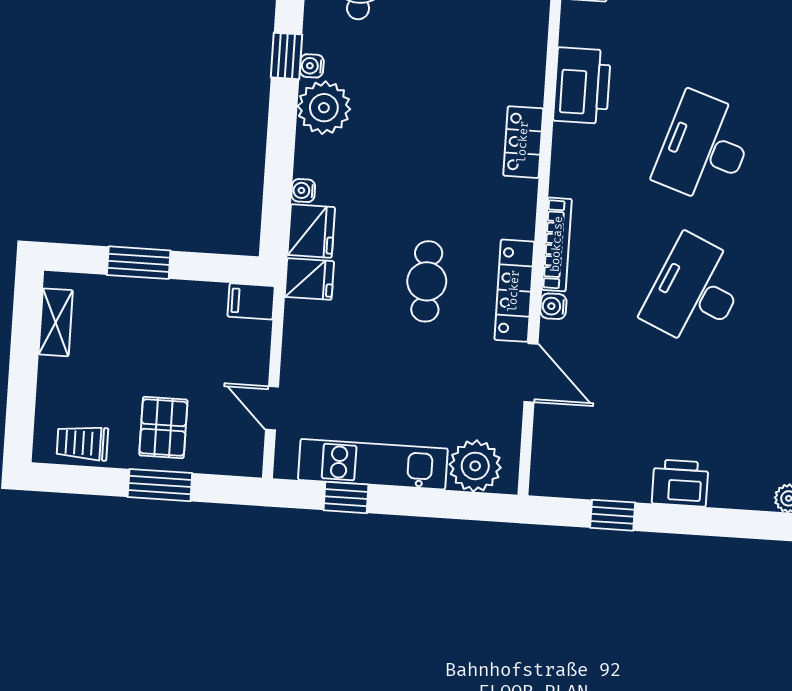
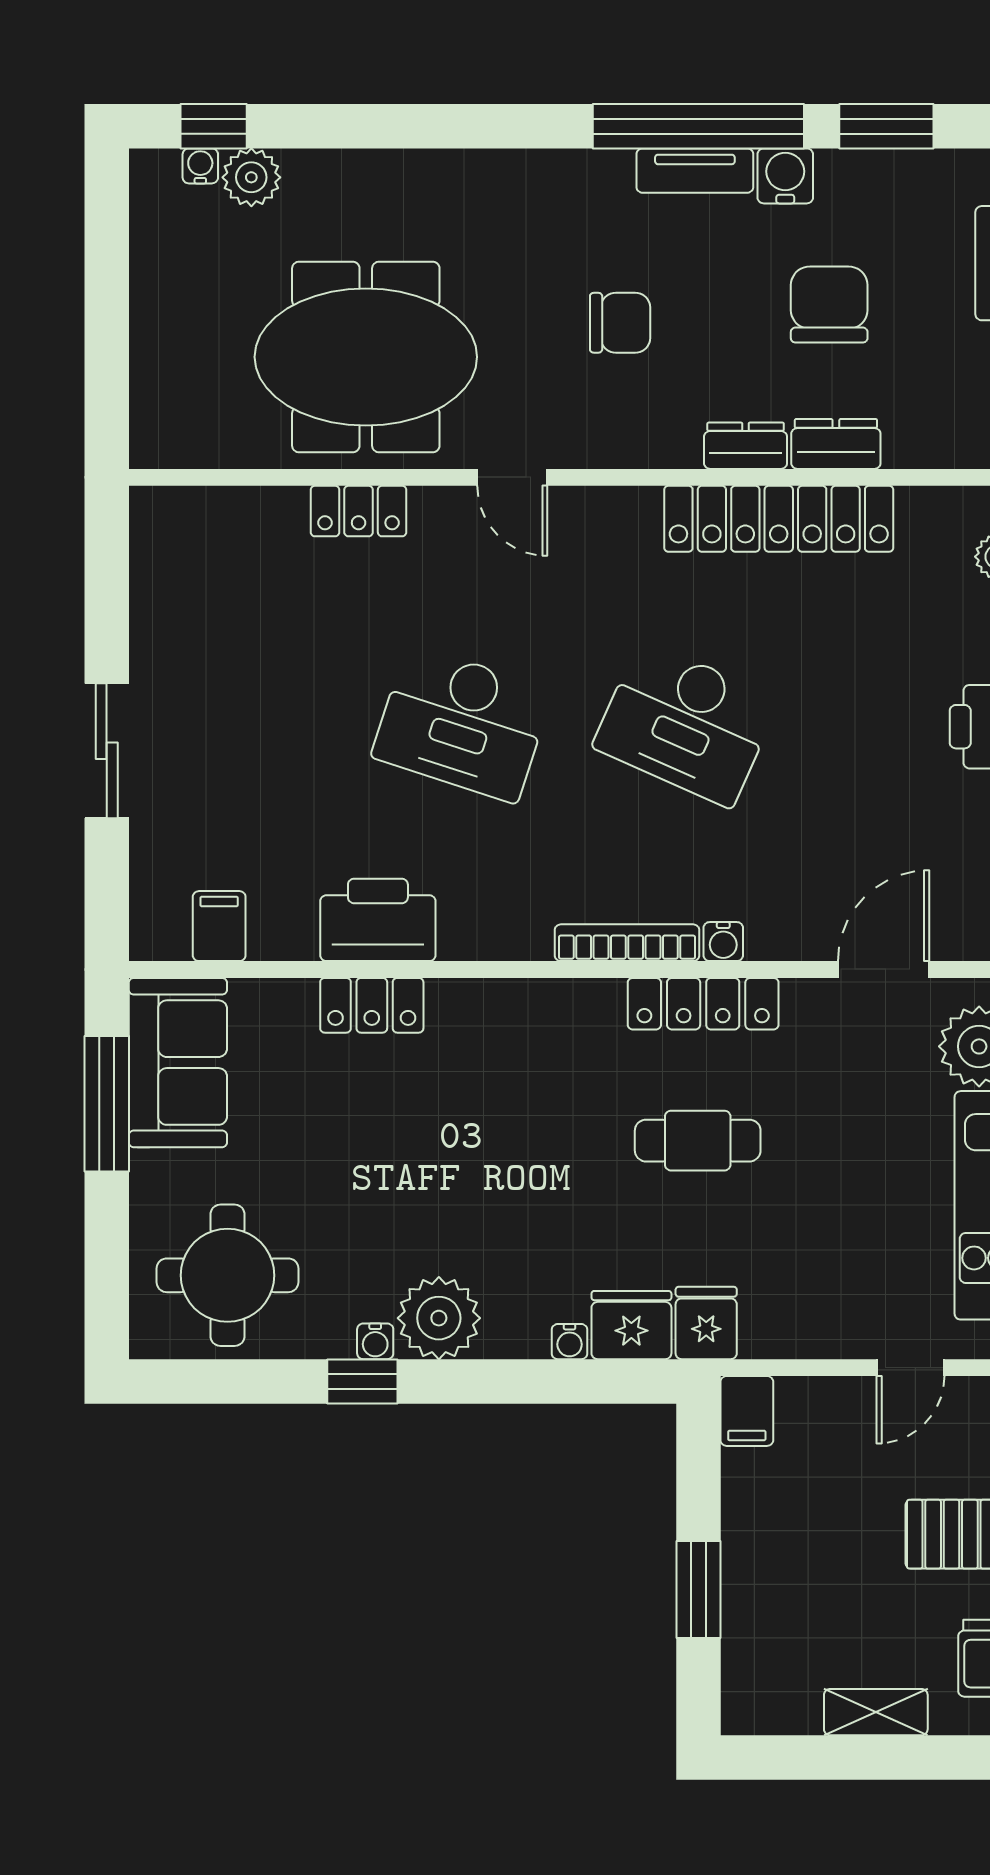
locker: (523, 142) -> (372, 1005), moved
shelving: (56, 322) -> (876, 1712), moved
door: (531, 373) -> (884, 969), moved

